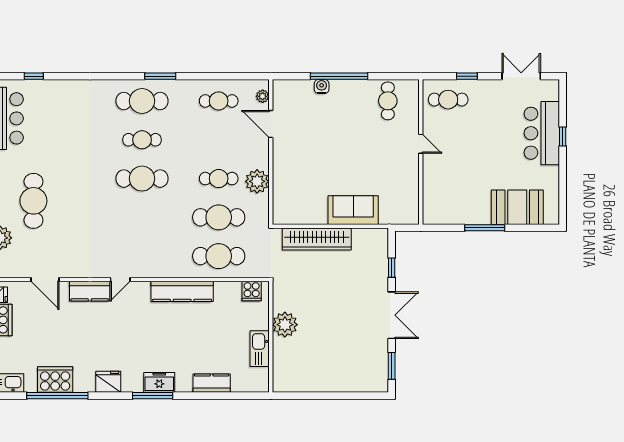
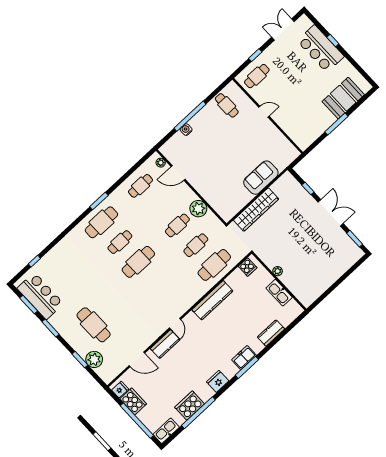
cafe table: (219, 217) -> (196, 245), width x0.73, depth x0.74
plant: (285, 325) -> (278, 271), width x0.53, depth x0.53

